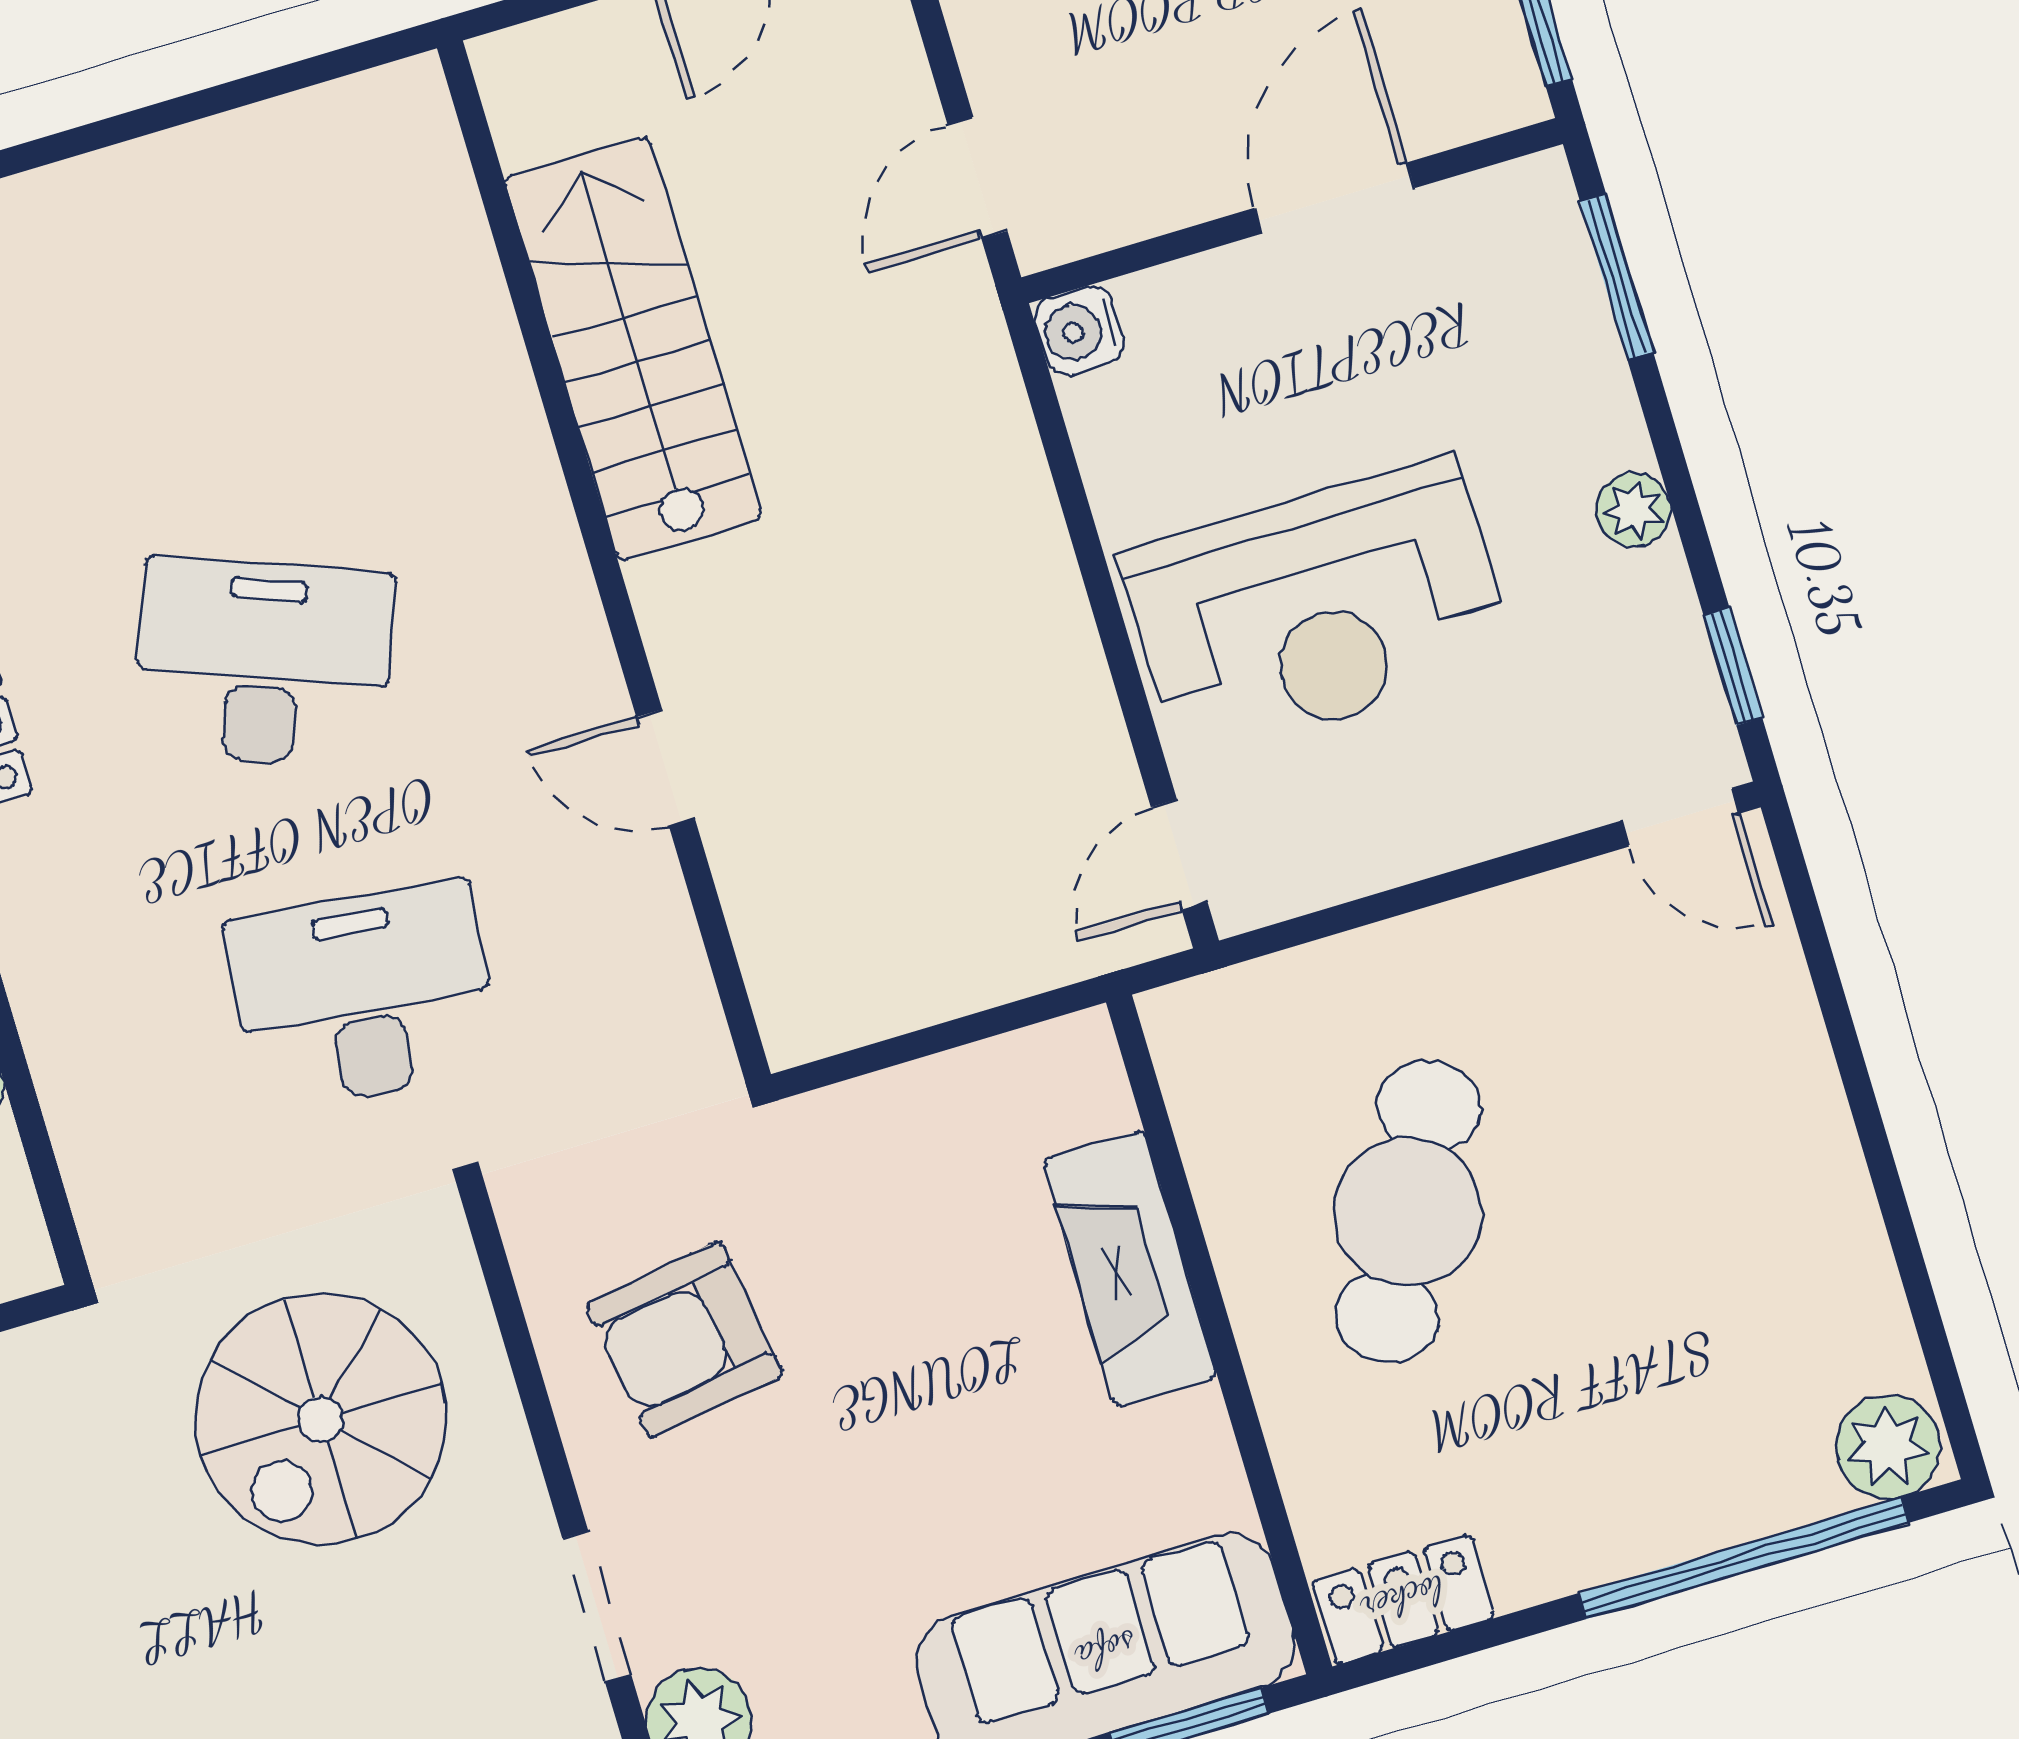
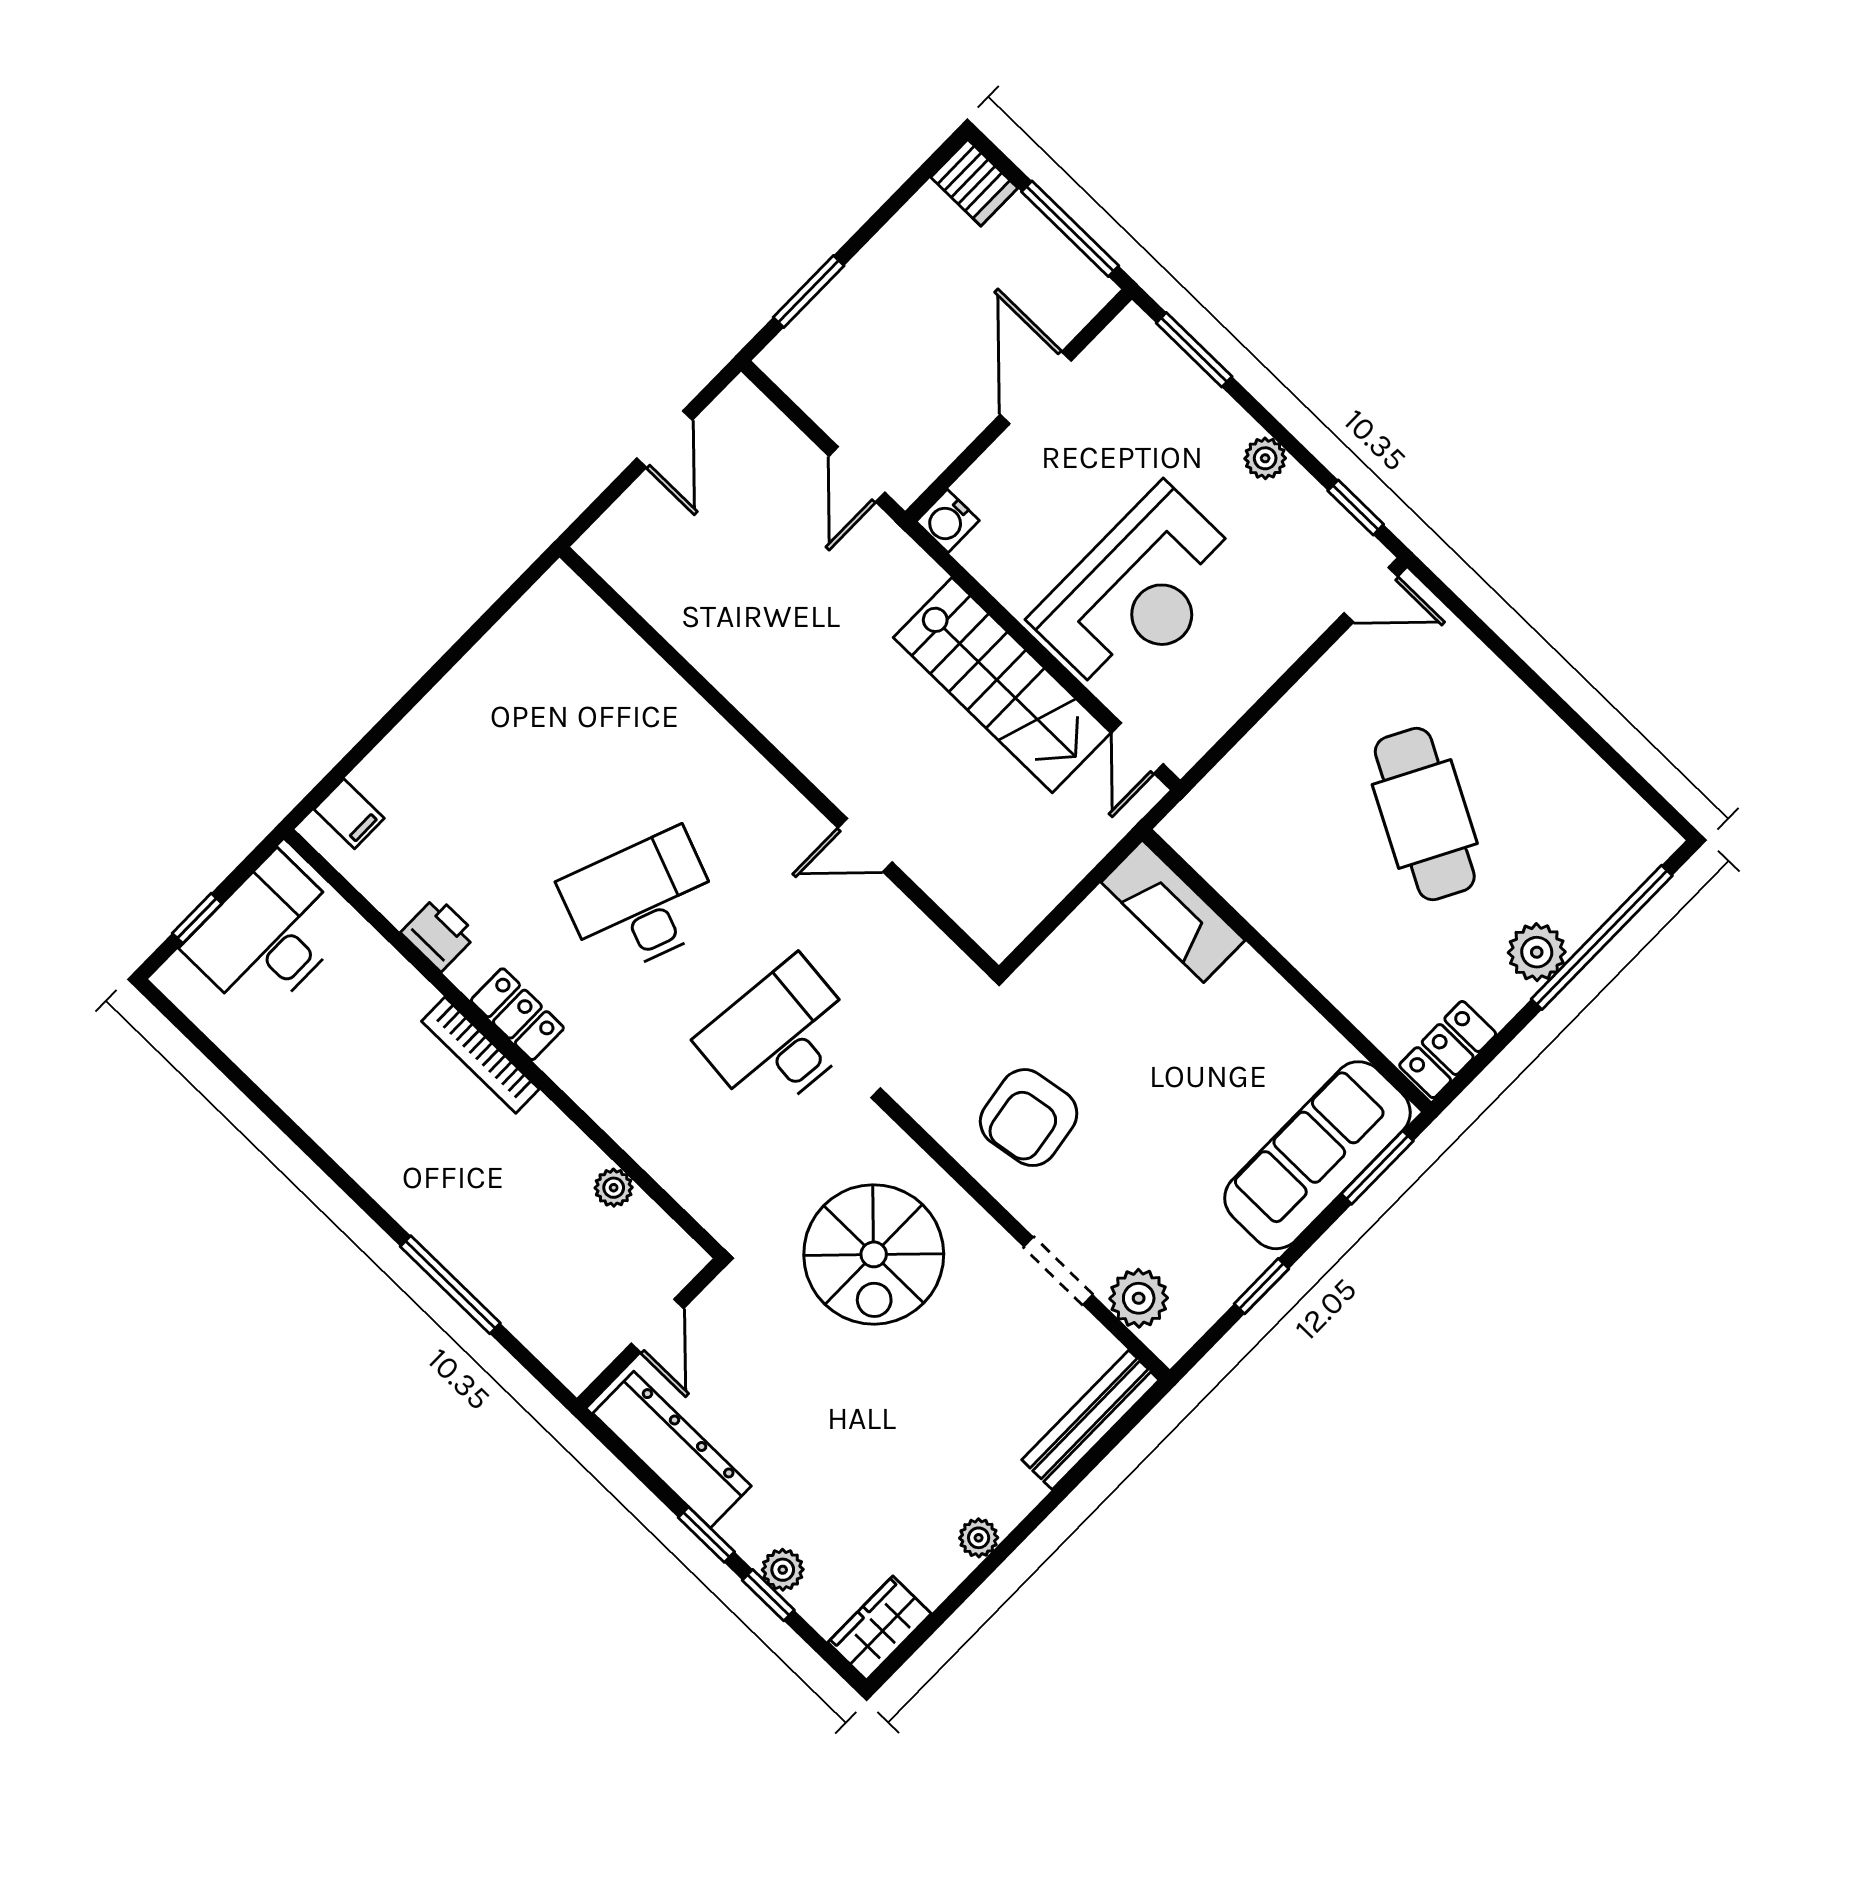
stairs: (633, 348) -> (1002, 685), moved, turned 180
cafe table: (1408, 1212) -> (1425, 814), moved
fireplace: (1130, 1269) -> (1173, 911), moved
plant: (1888, 1447) -> (1537, 952), moved

